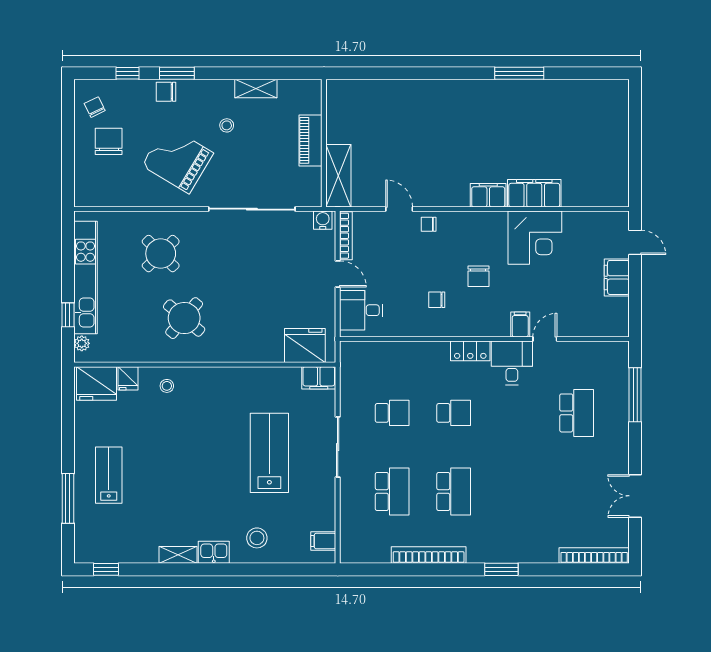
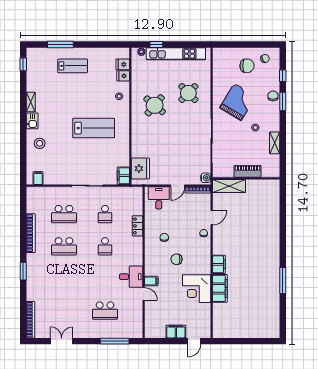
locker: (470, 351) -> (137, 226), moved
fridge: (97, 383) -> (123, 64), width x0.53, depth x0.75
lab bench: (269, 453) -> (94, 128), moved

